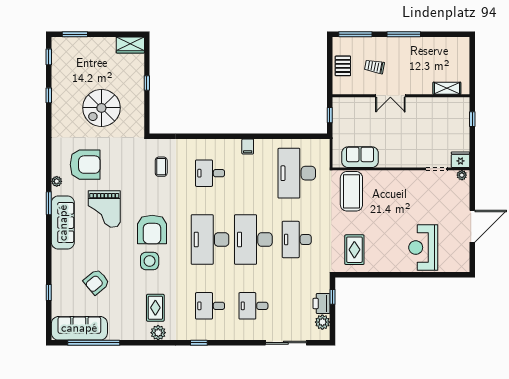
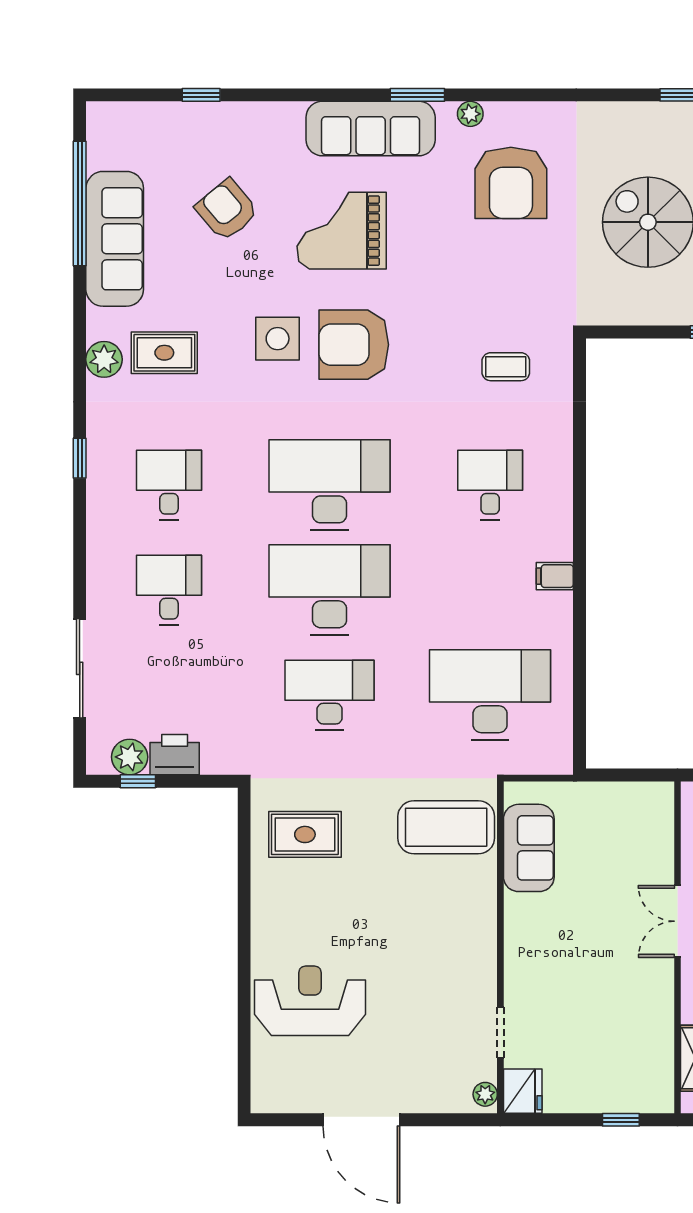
window: (330, 115) -> (630, 775), removed
grand piano: (104, 209) -> (342, 231), moved
window: (332, 297) -> (138, 781), moved
sofa: (79, 328) -> (115, 239), moved

